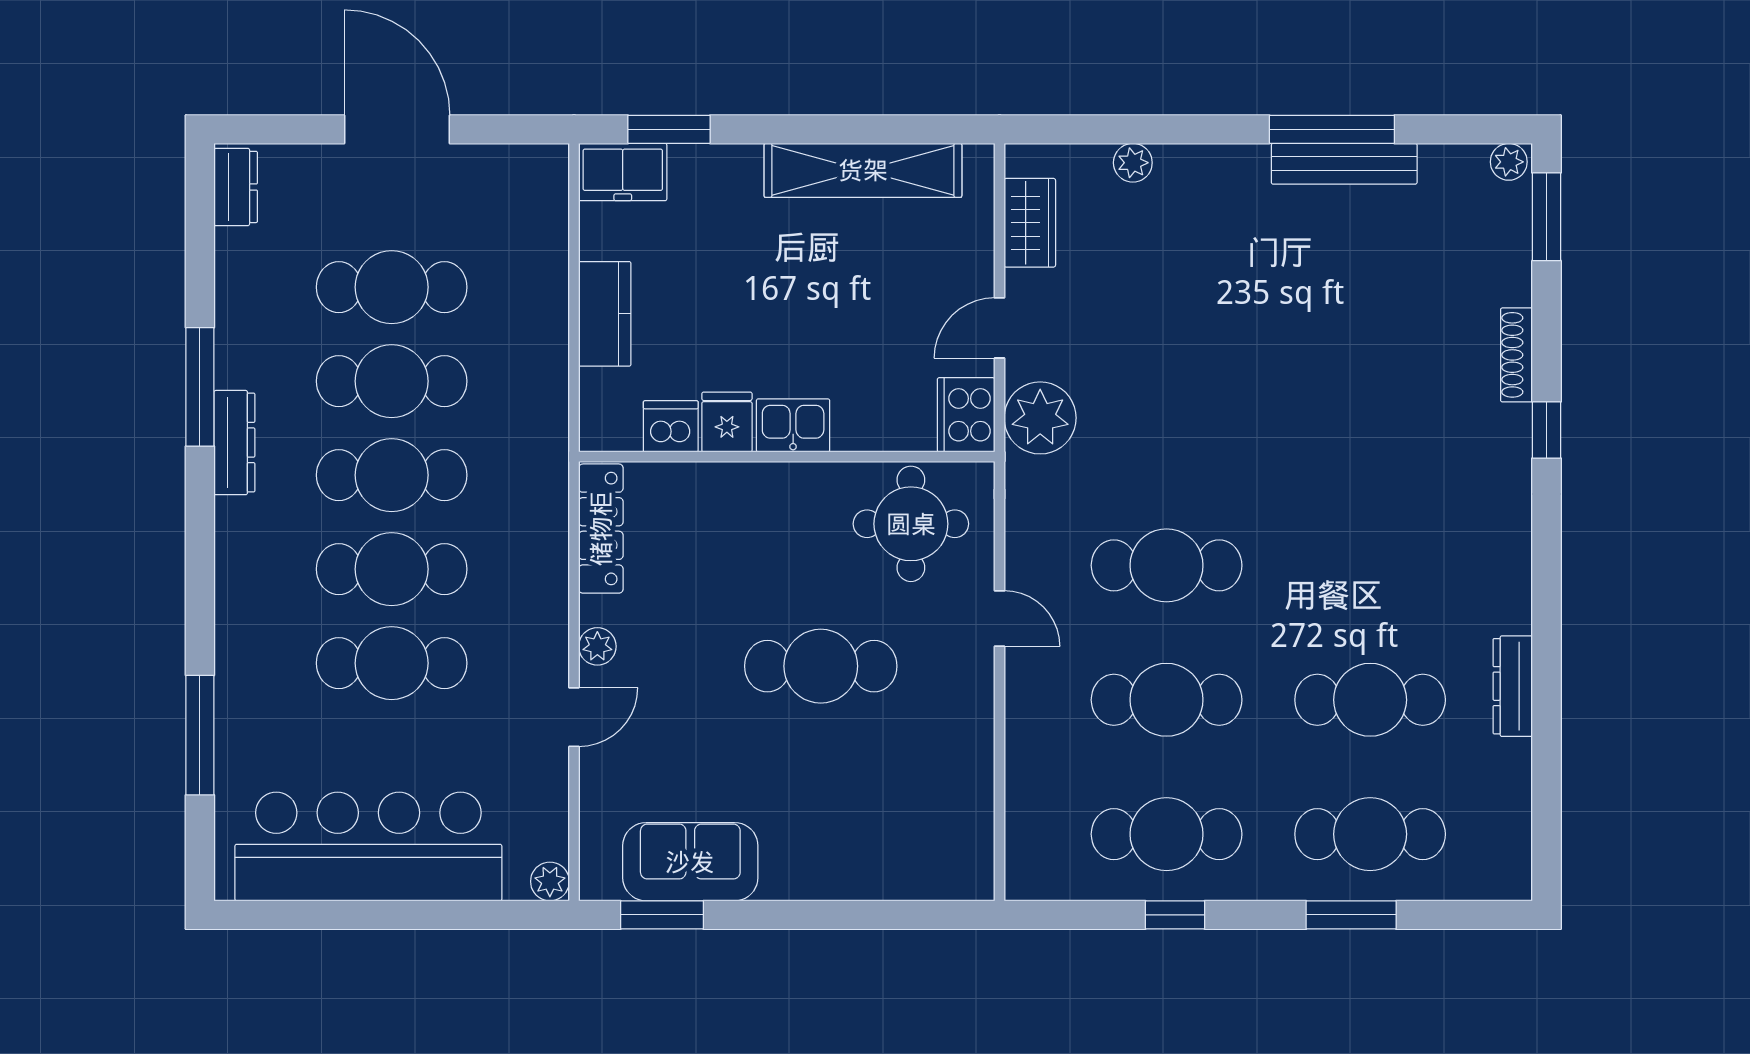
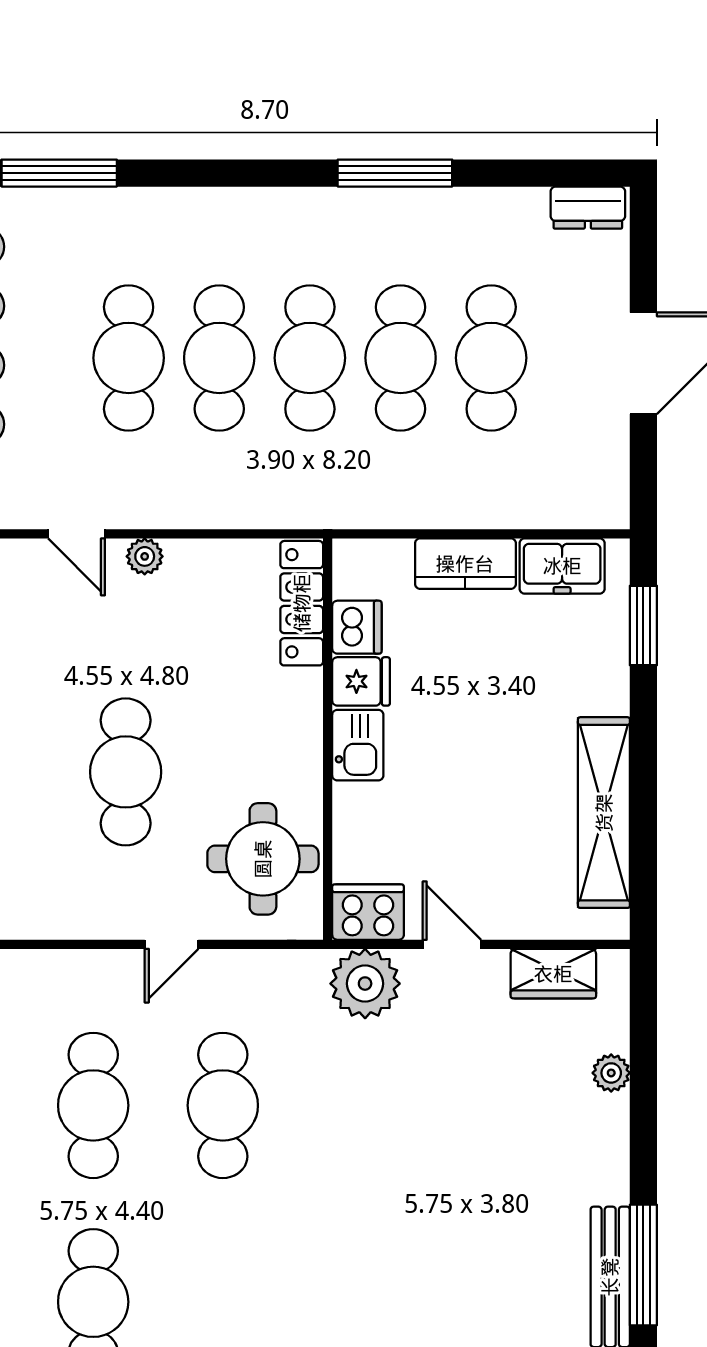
freezer: (623, 172) -> (562, 566), moved, turned -90
dresser: (234, 443) -> (341, 206), removed
locker: (601, 529) -> (302, 603), moved, turned 90

